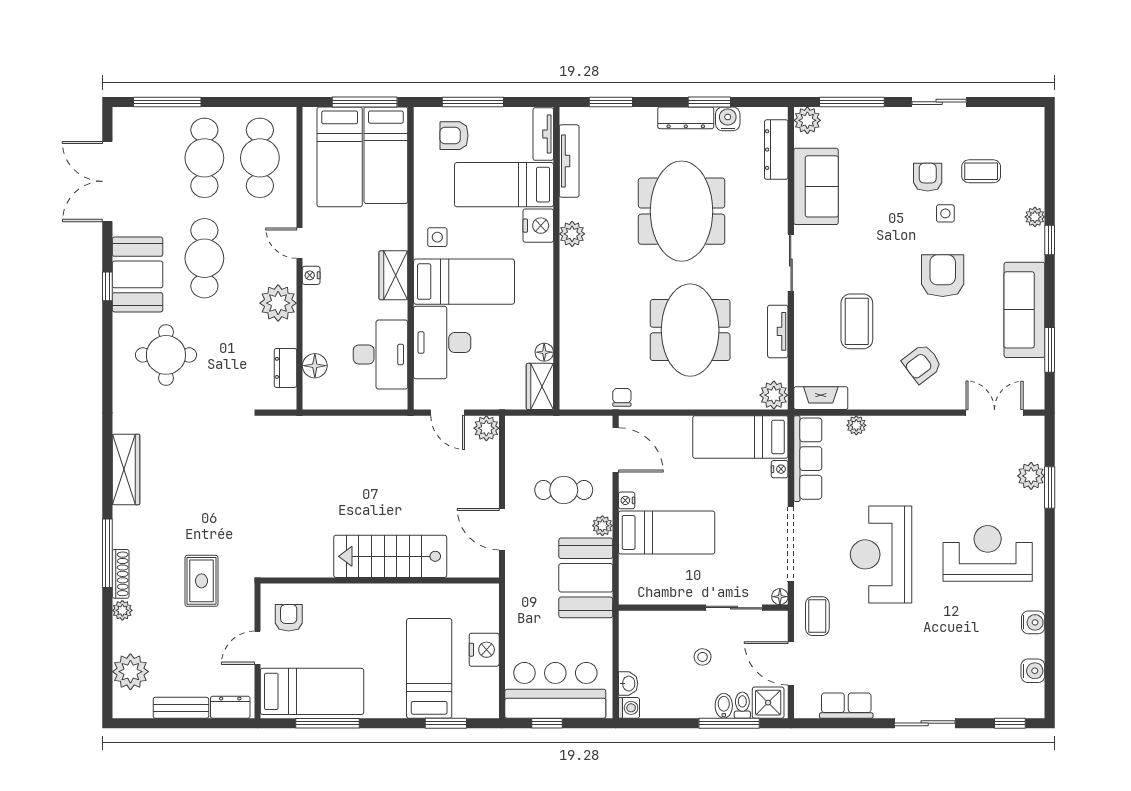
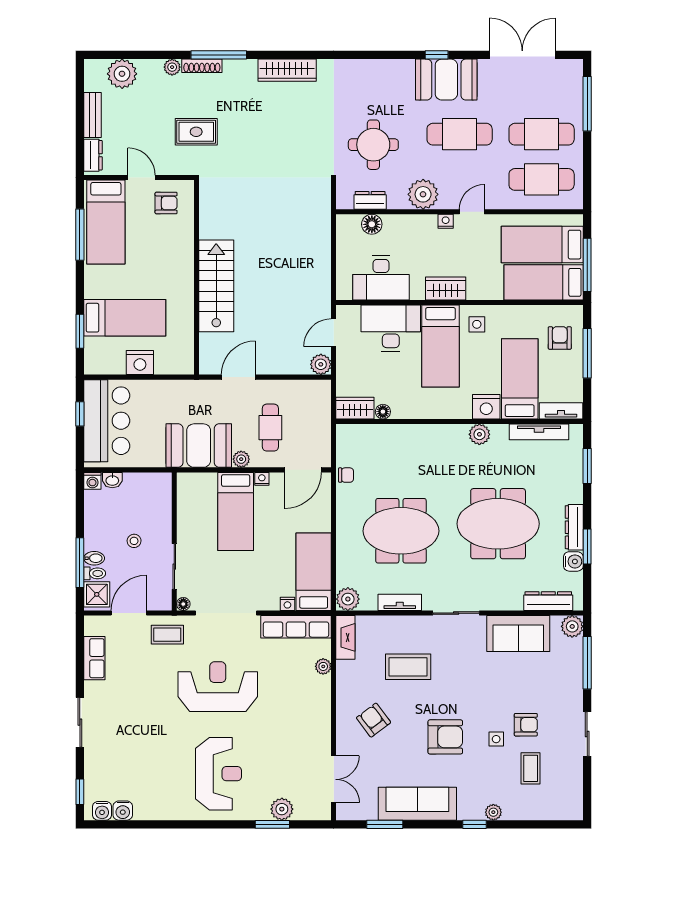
round table: (166, 355) -> (373, 145), moved
water cooler: (1033, 622) -> (102, 811), moved

